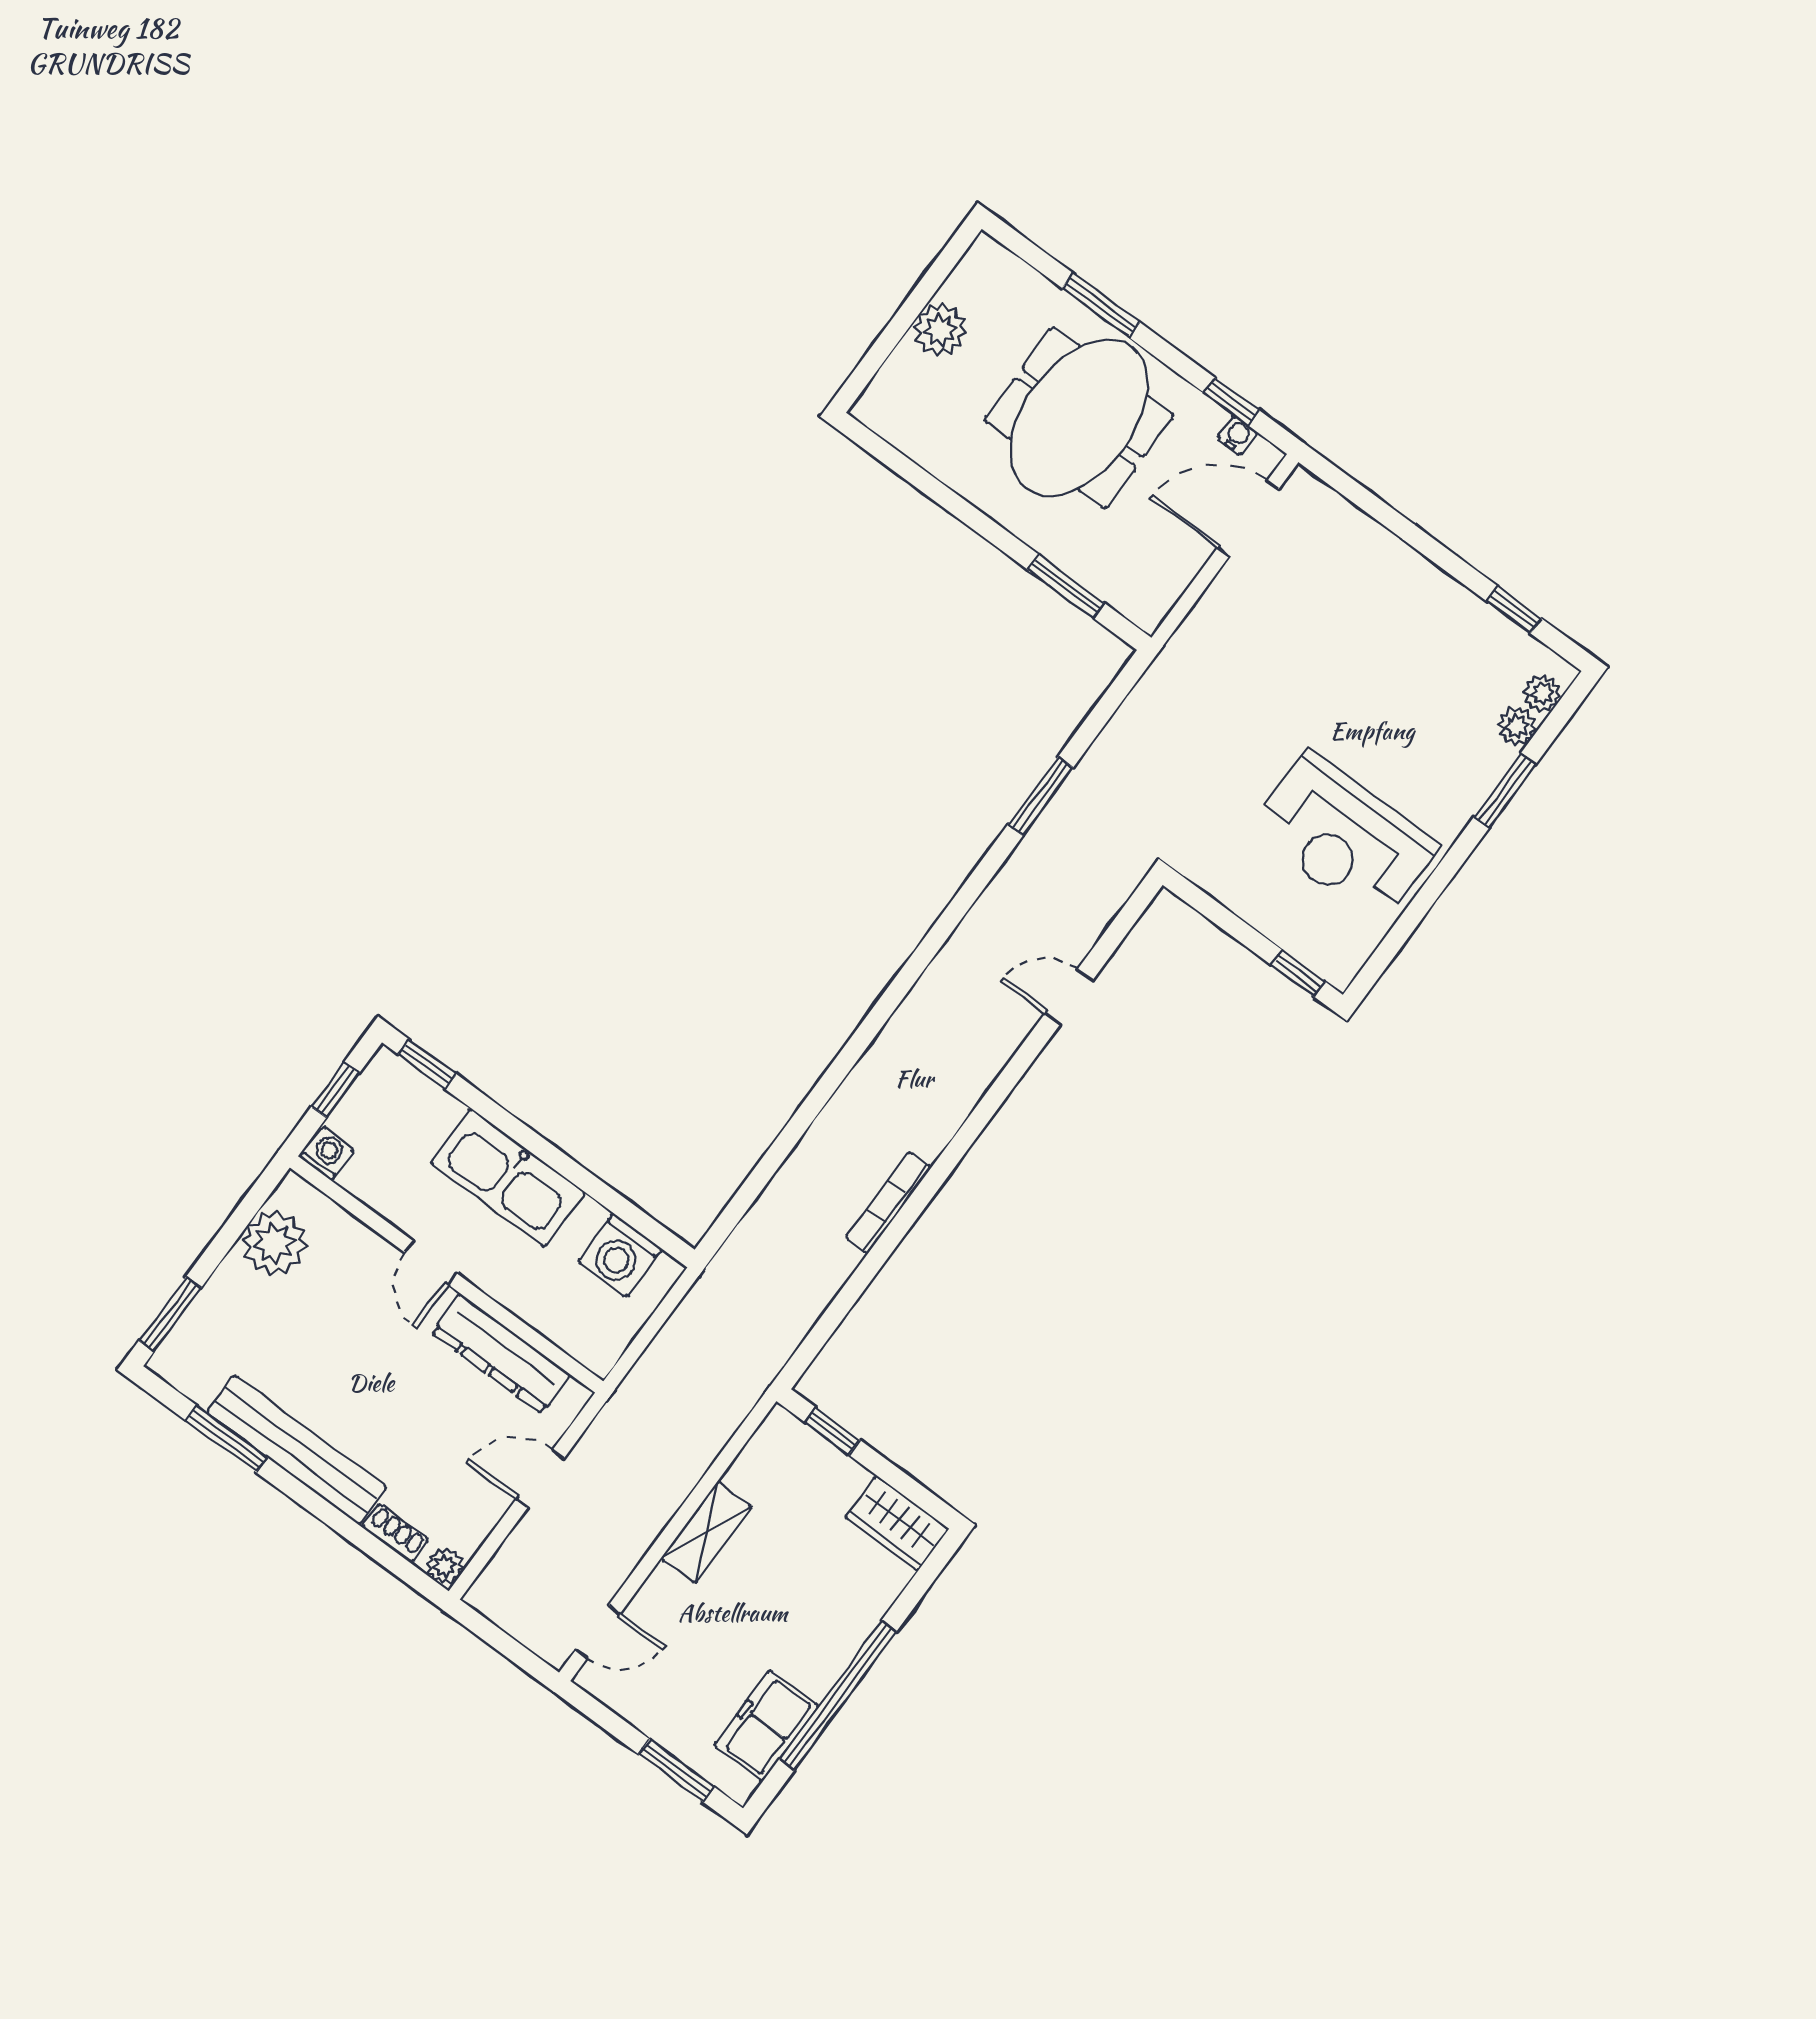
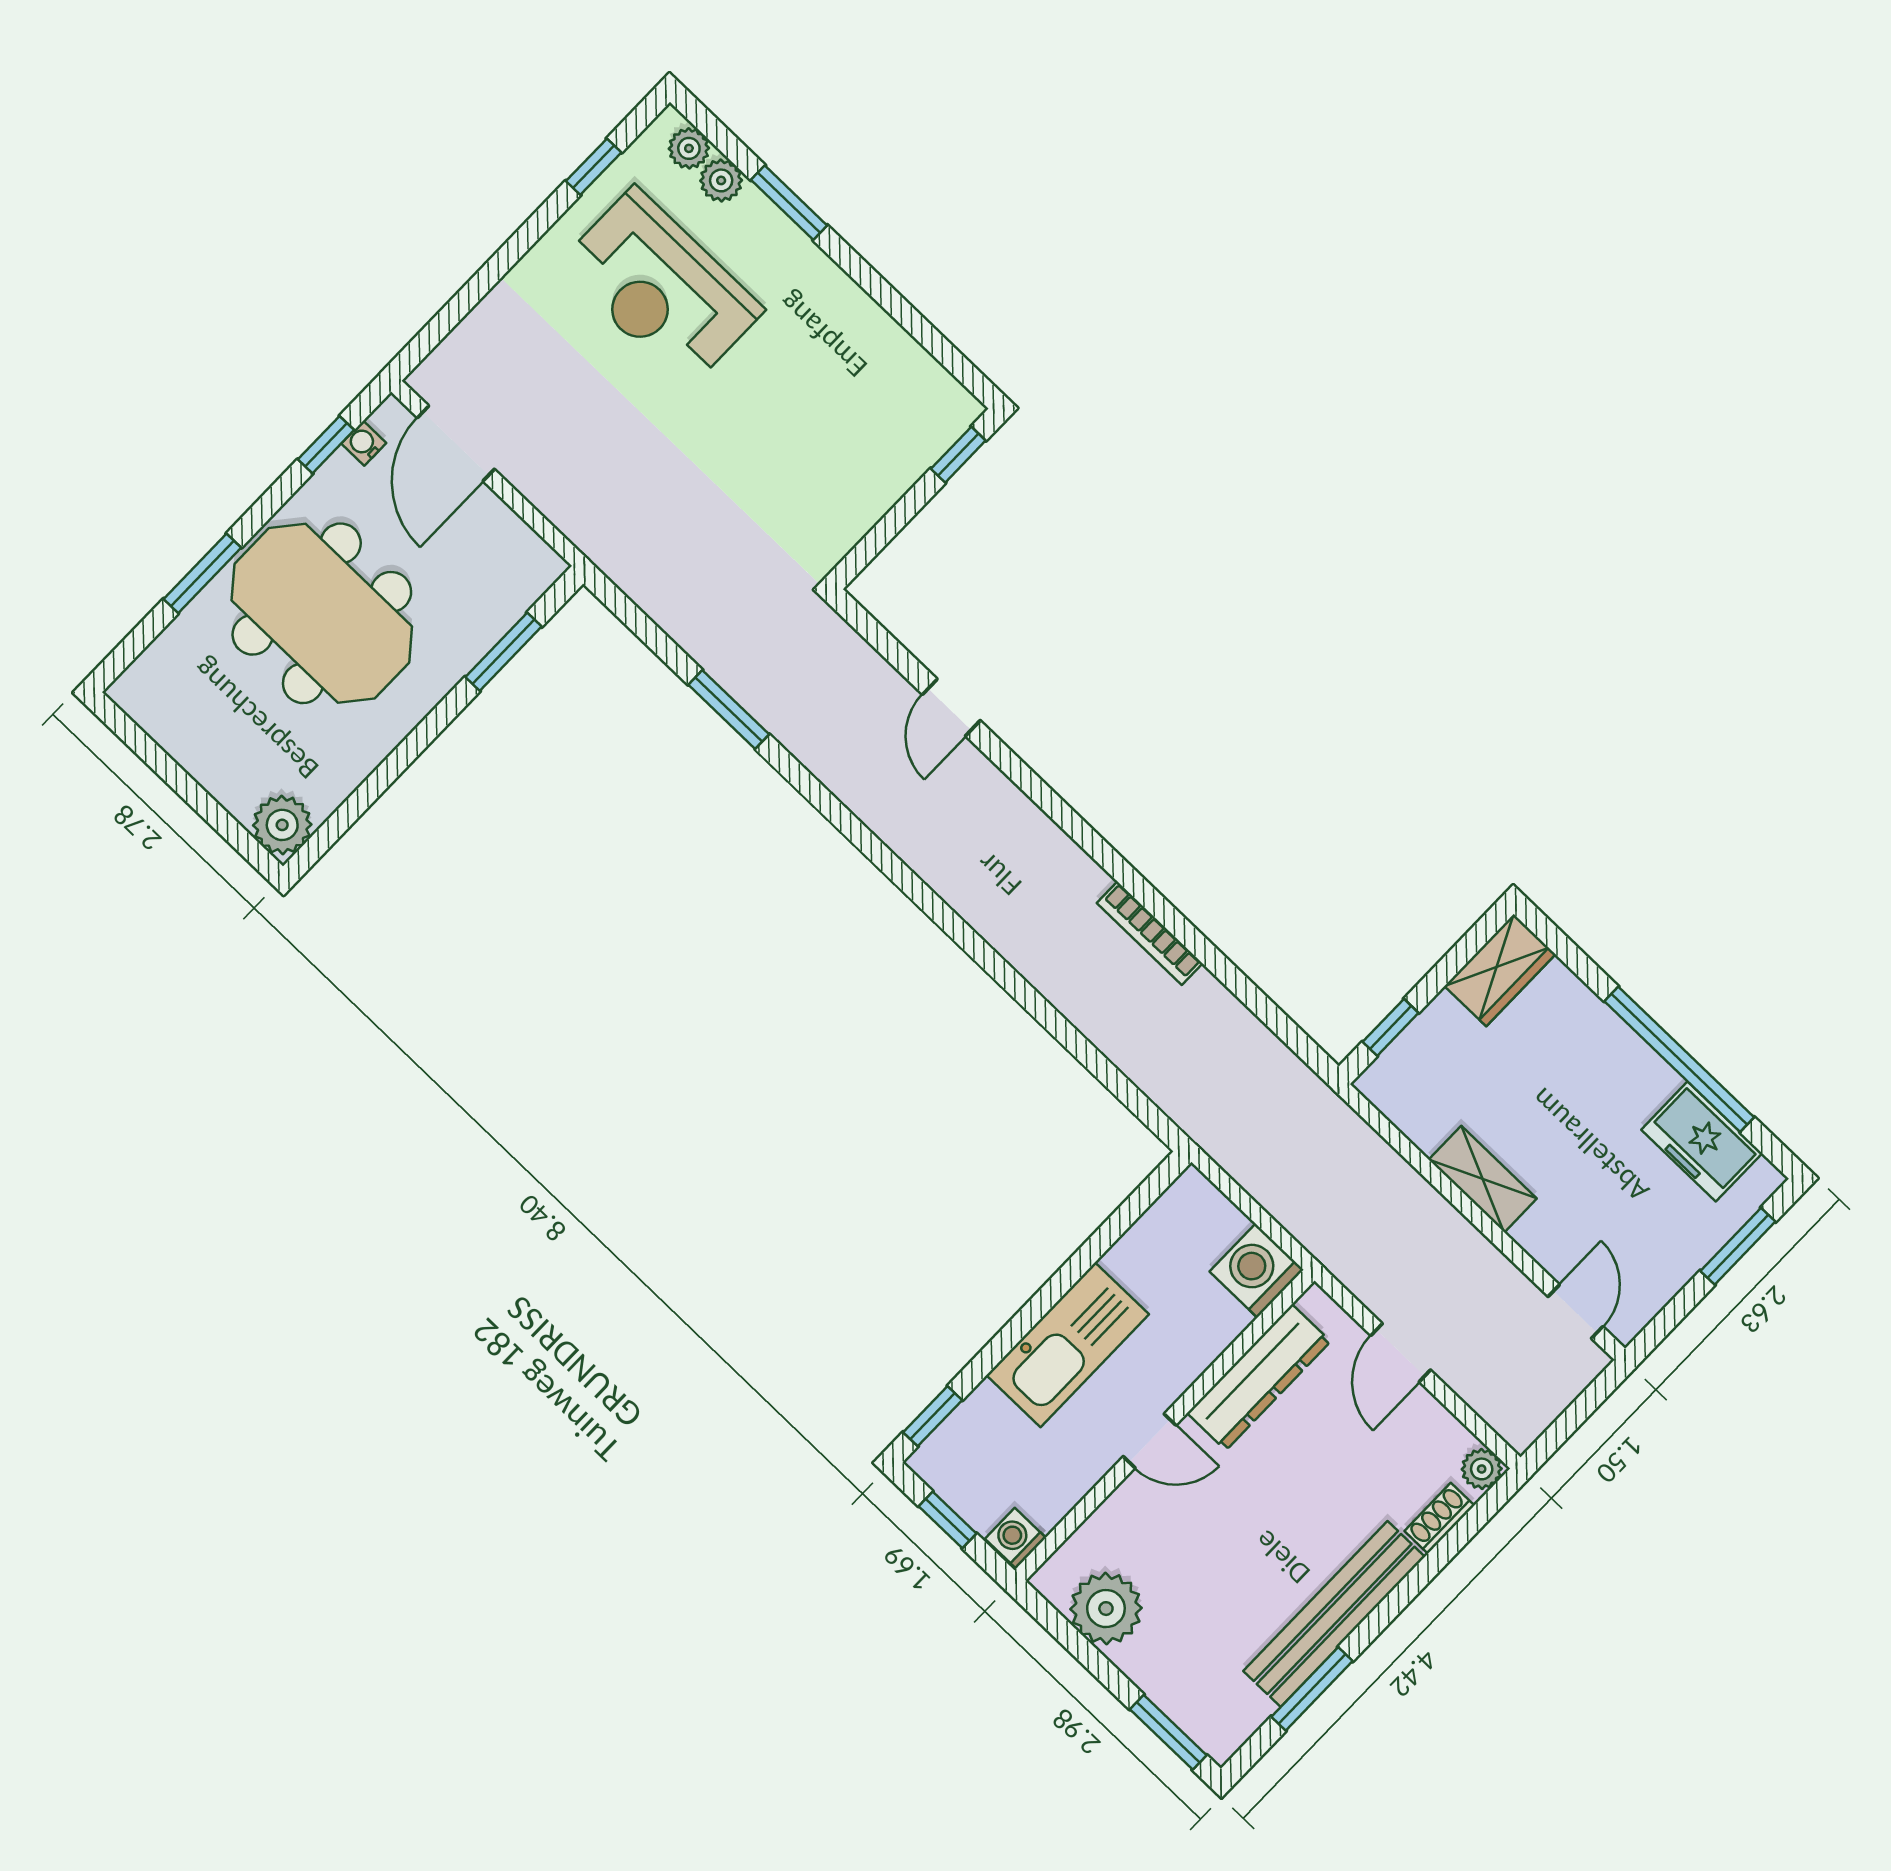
plant: (940, 330) -> (282, 825), moved
reception desk: (1344, 838) -> (661, 288), moved, turned 90
washing machine: (620, 1255) -> (1257, 1271), moved, turned 180

